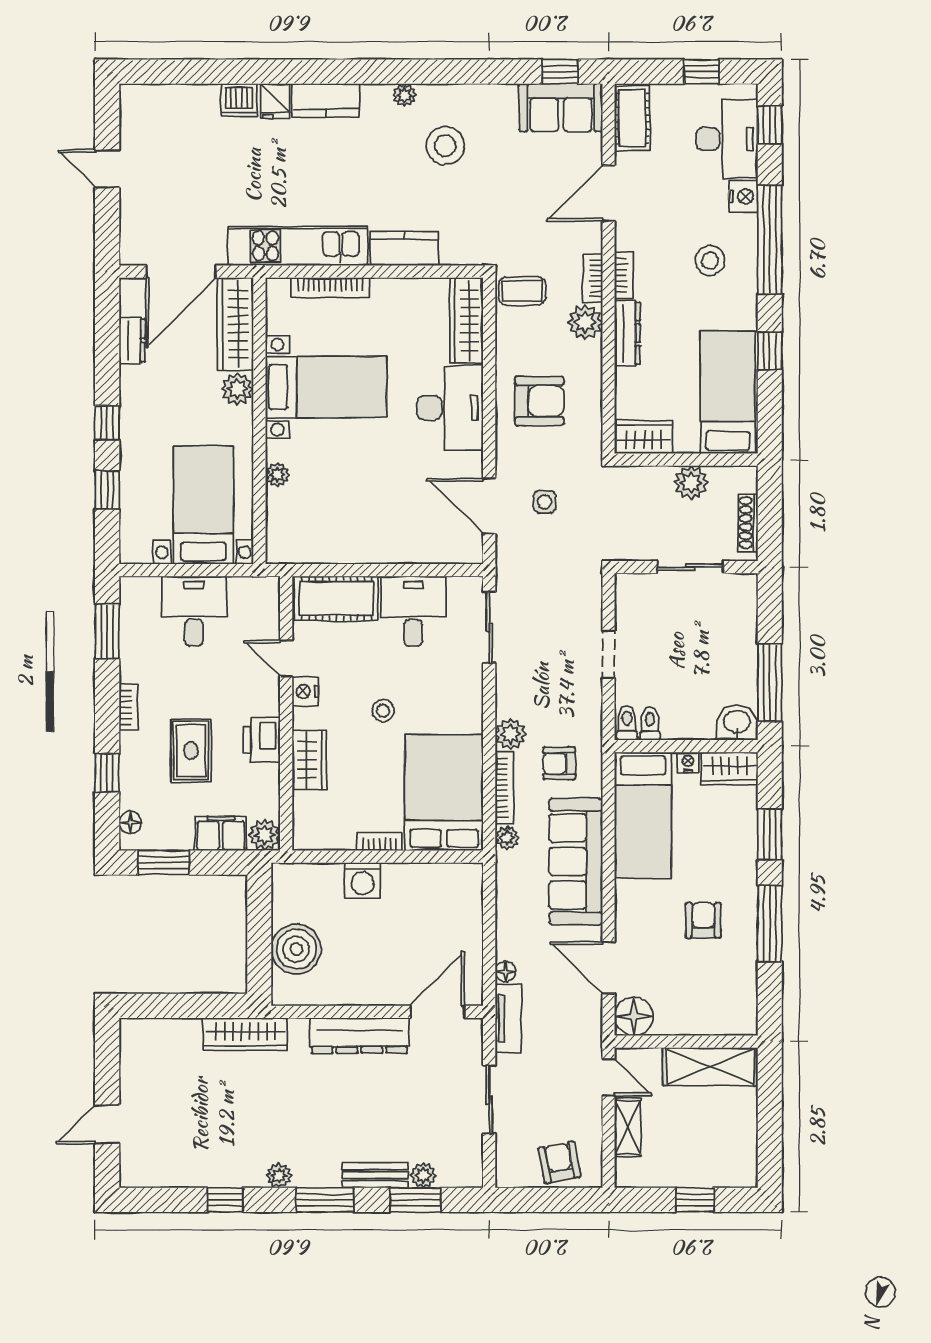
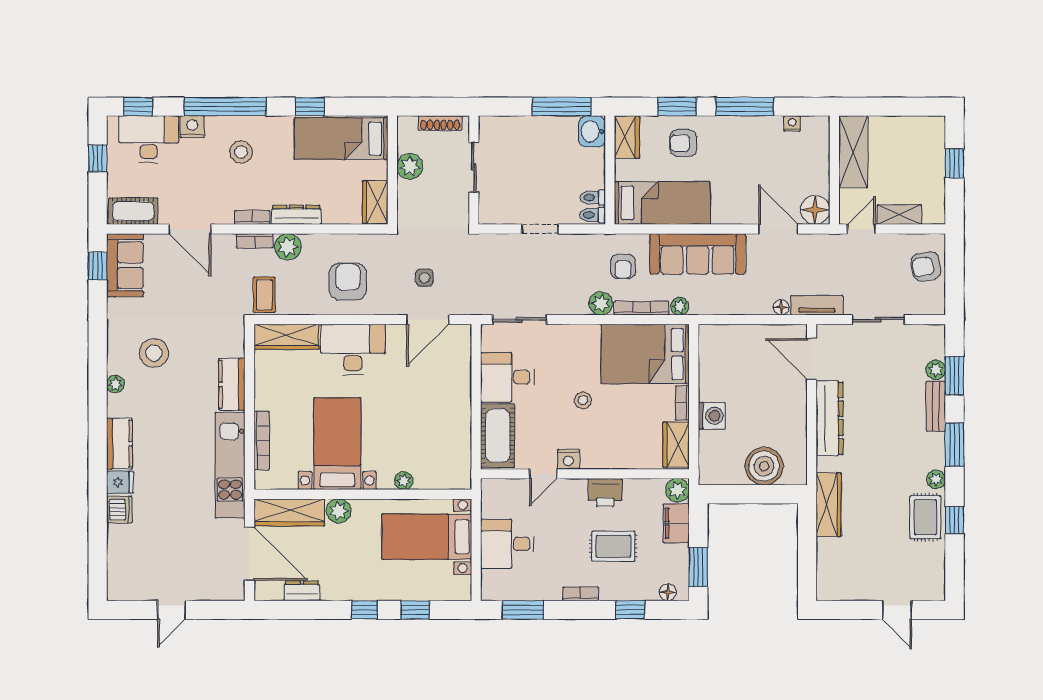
wardrobe: (309, 760) -> (676, 445), moved, turned -90
nightstand: (688, 762) -> (792, 124), moved, turned 90
armchair: (703, 920) -> (683, 143), moved
door: (609, 968) -> (778, 229), swing flipped
rug: (229, 1162) -> (925, 517), added

